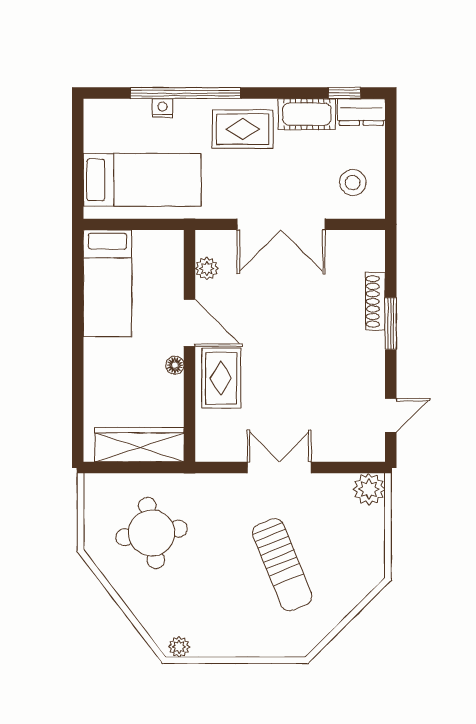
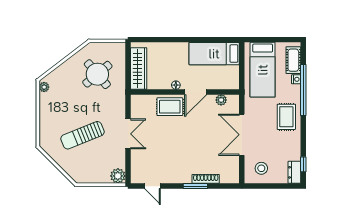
cot: (307, 114) -> (293, 60), moved
round table: (152, 533) -> (97, 74), turned -31

